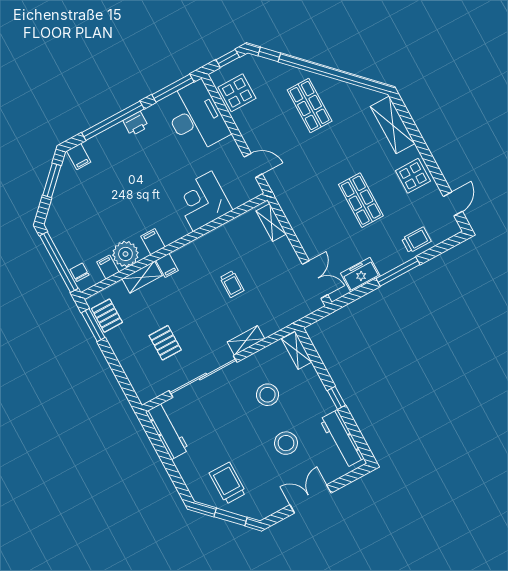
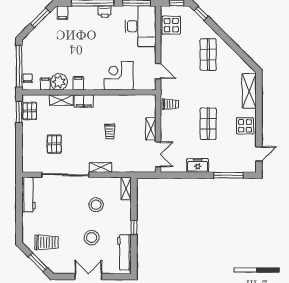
shelving: (271, 223) -> (151, 129), moved
trolley: (416, 240) -> (170, 104), moved
filing cabinet: (167, 265) -> (84, 101), width x2.00
window: (398, 272) -> (228, 175), moved
freezer: (360, 275) -> (198, 165), moved
trolley: (228, 483) -> (47, 242), turned 90

